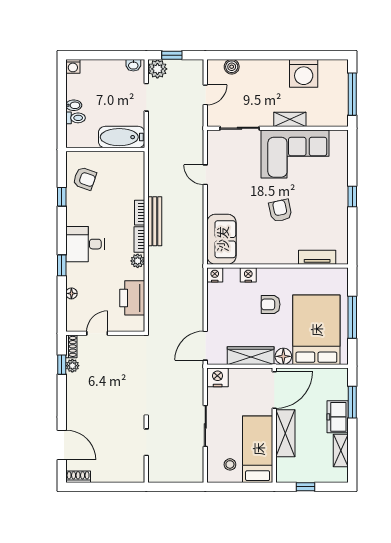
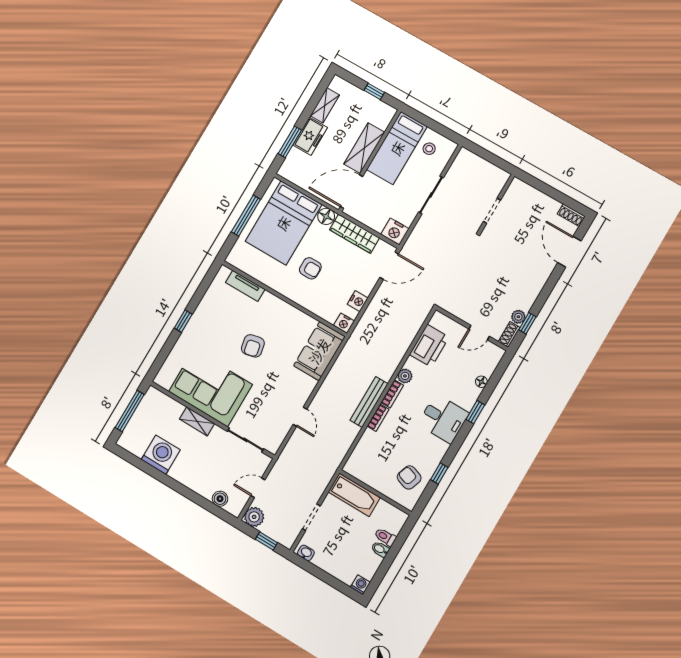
plant: (157, 69) -> (254, 517), moved
nightstand: (248, 275) -> (358, 301), moved, turned -90

